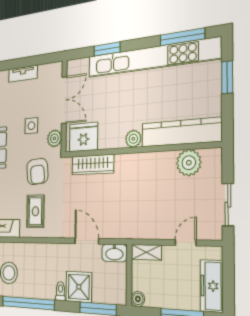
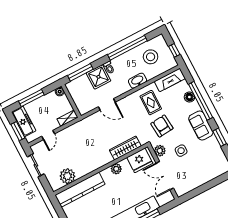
tv unit: (23, 74) -> (205, 179), removed
plant: (133, 139) -> (116, 169), moved
washbasin: (114, 253) -> (138, 81), moved
window: (228, 276) -> (18, 131), added

